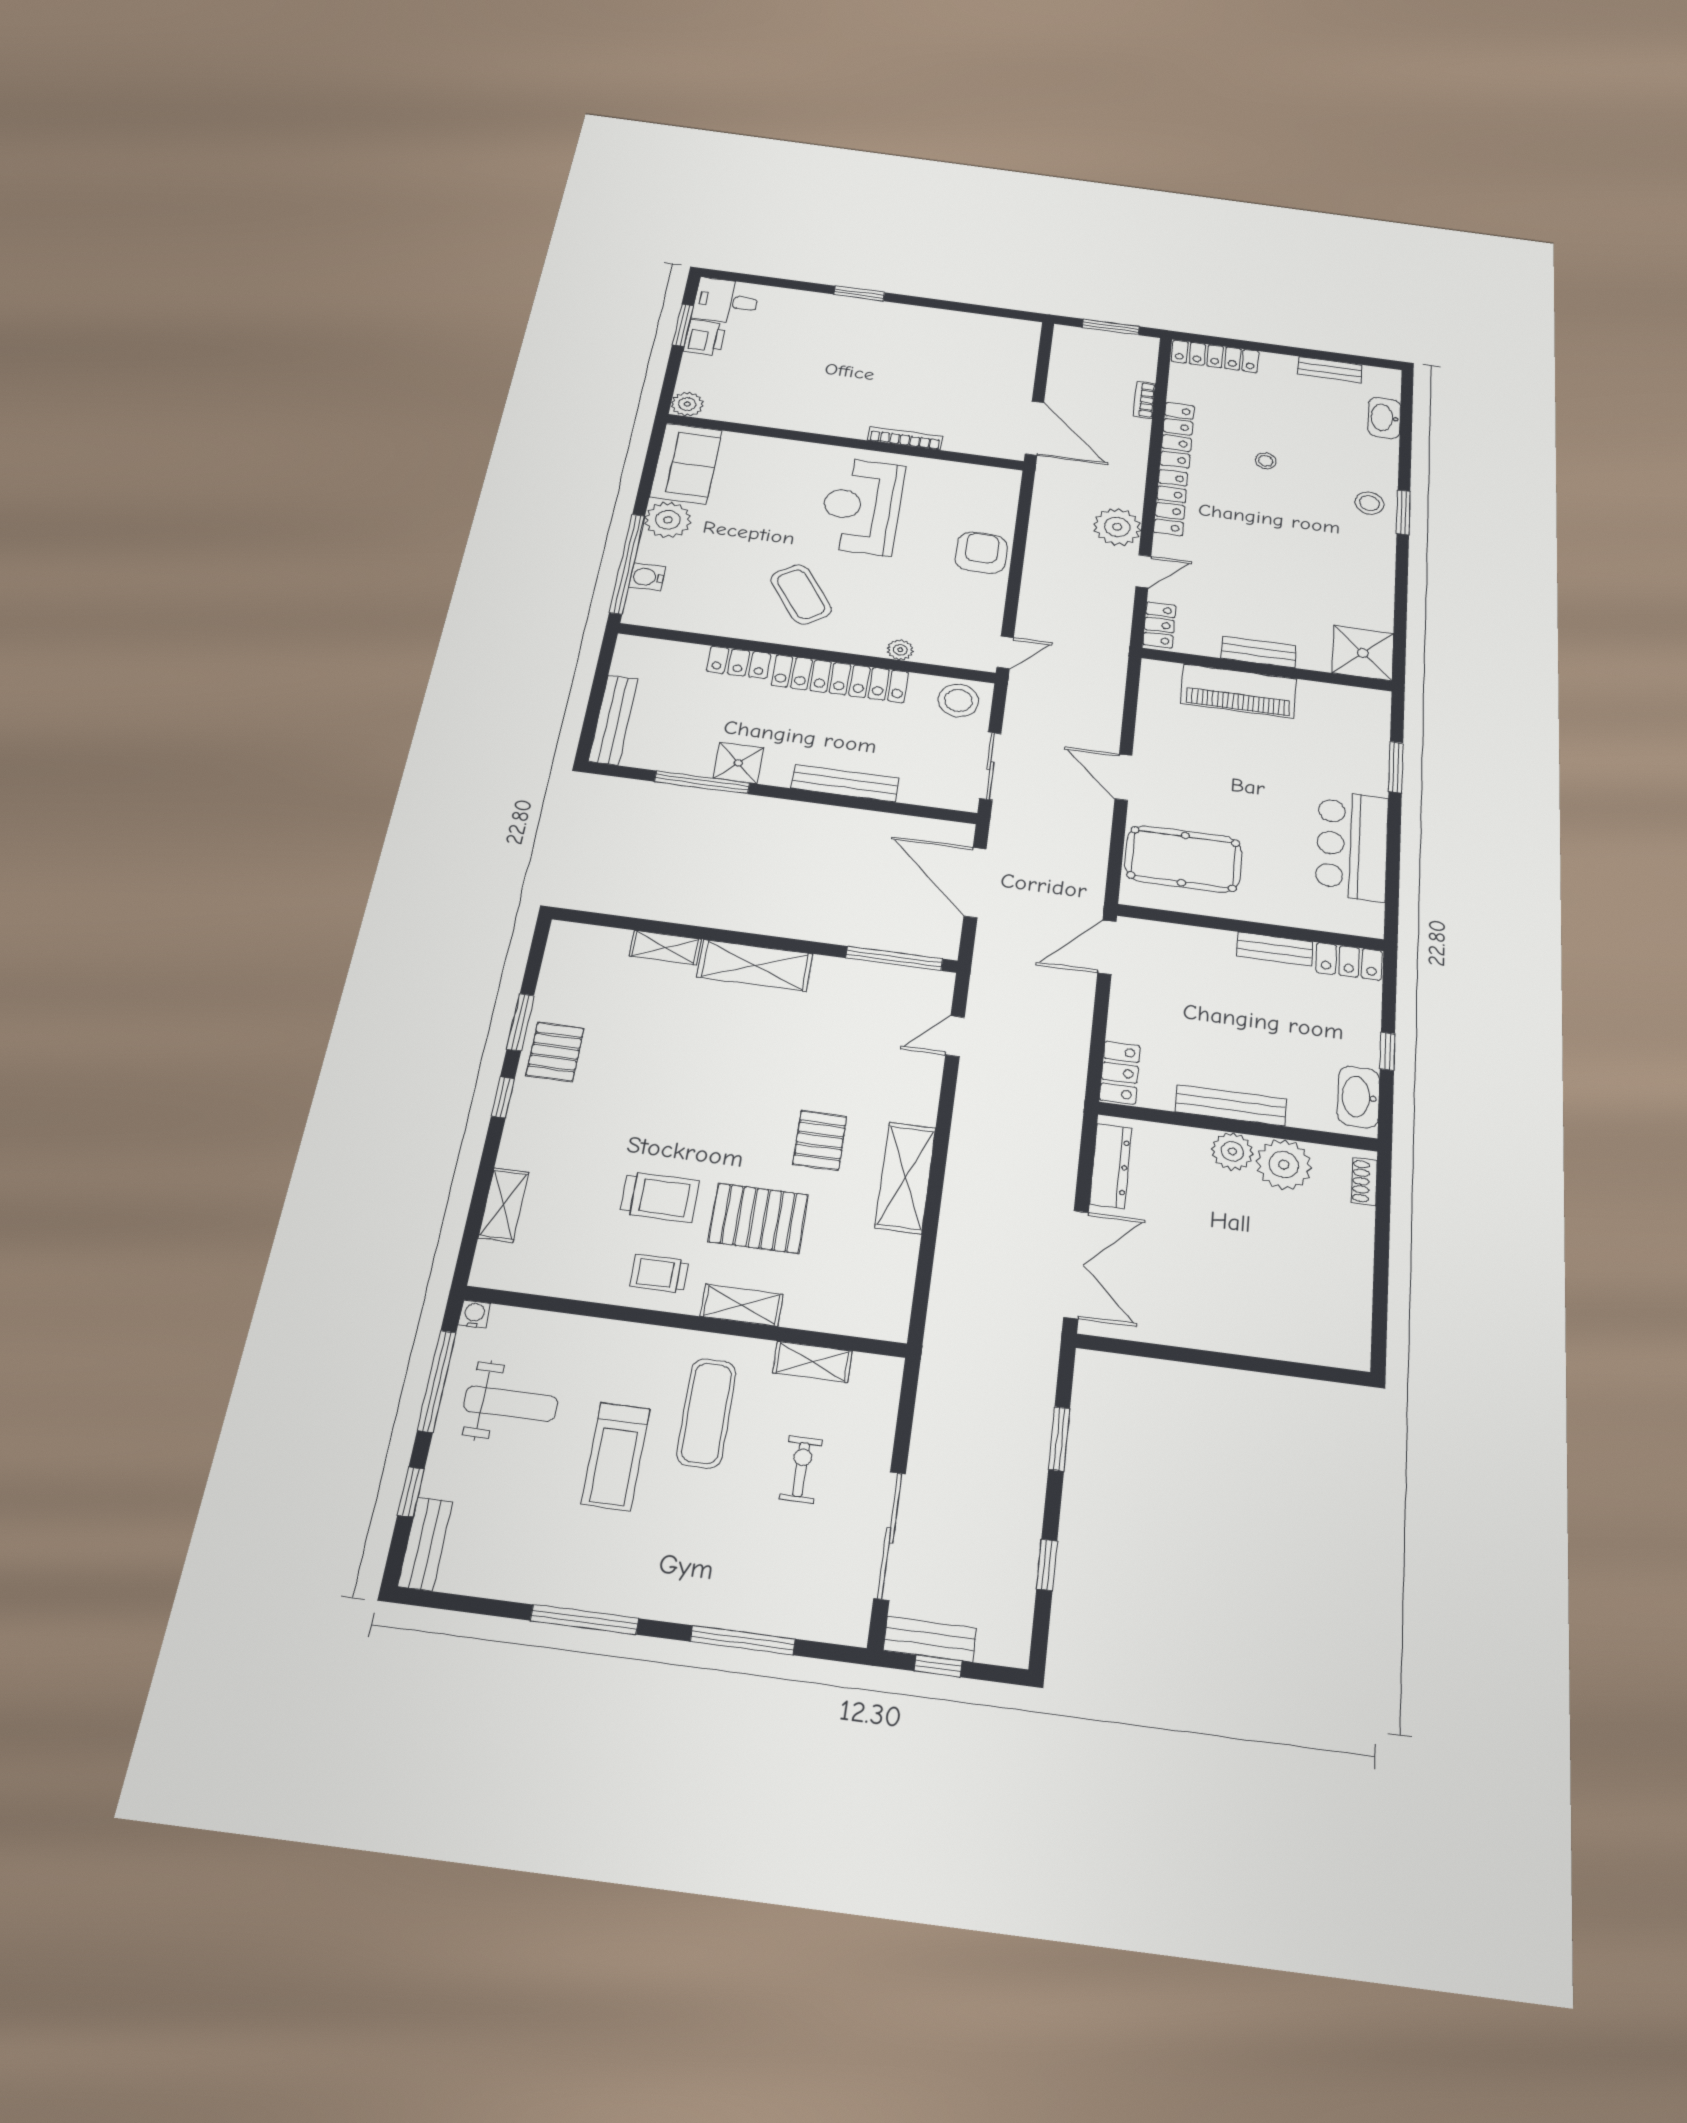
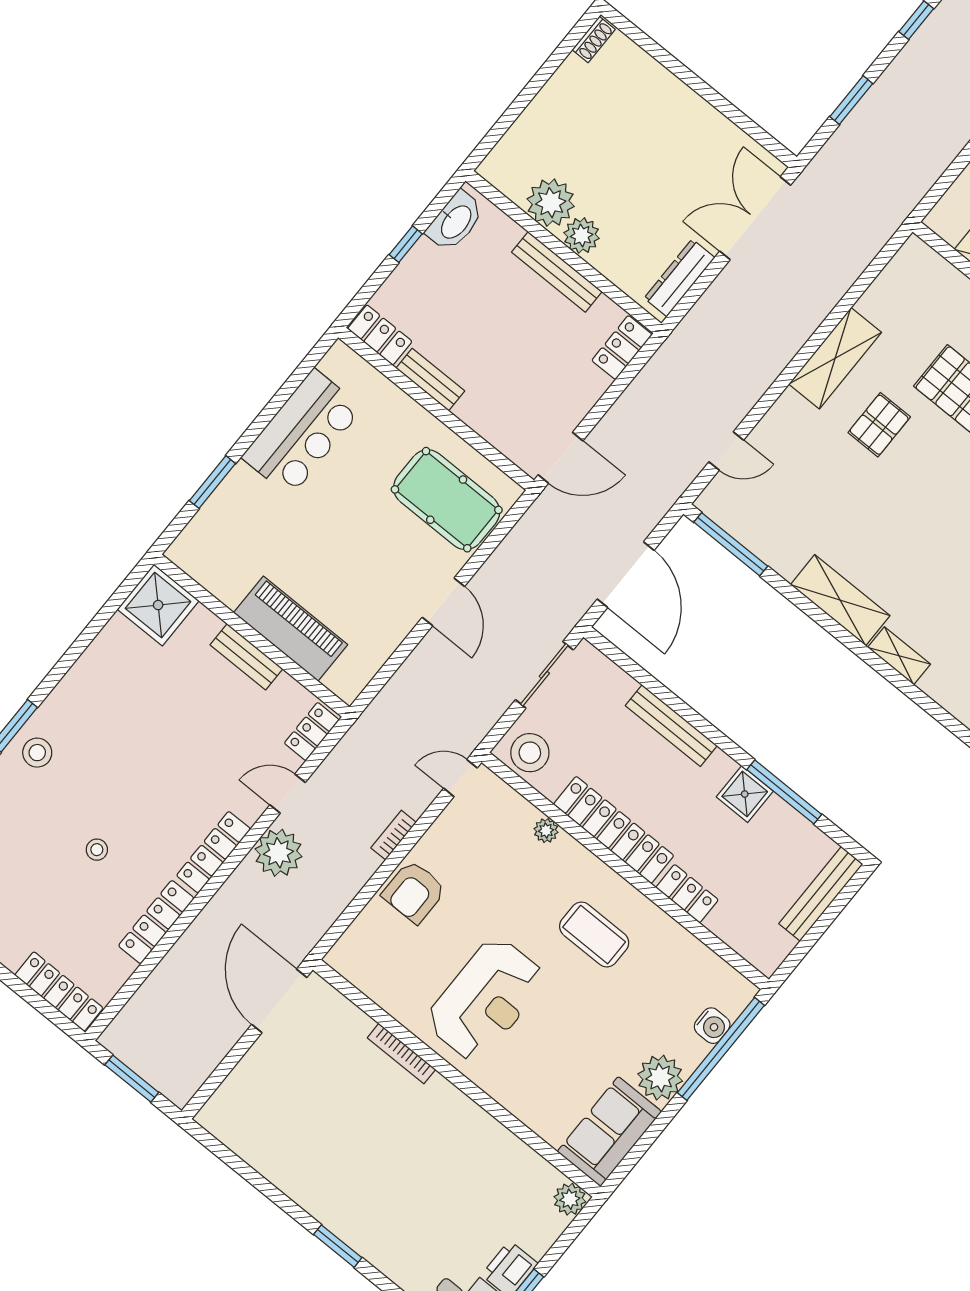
bookcase: (1145, 400) -> (394, 835), moved, turned 180
coffee table: (801, 594) -> (594, 935), turned -56
shoe rack: (1364, 1182) -> (594, 40), moved

